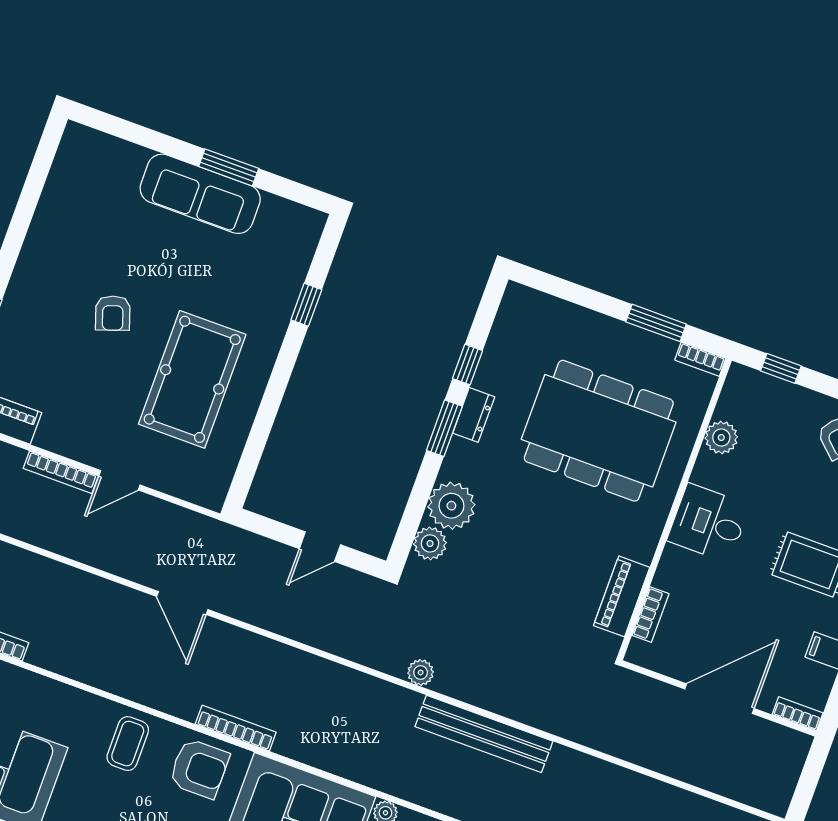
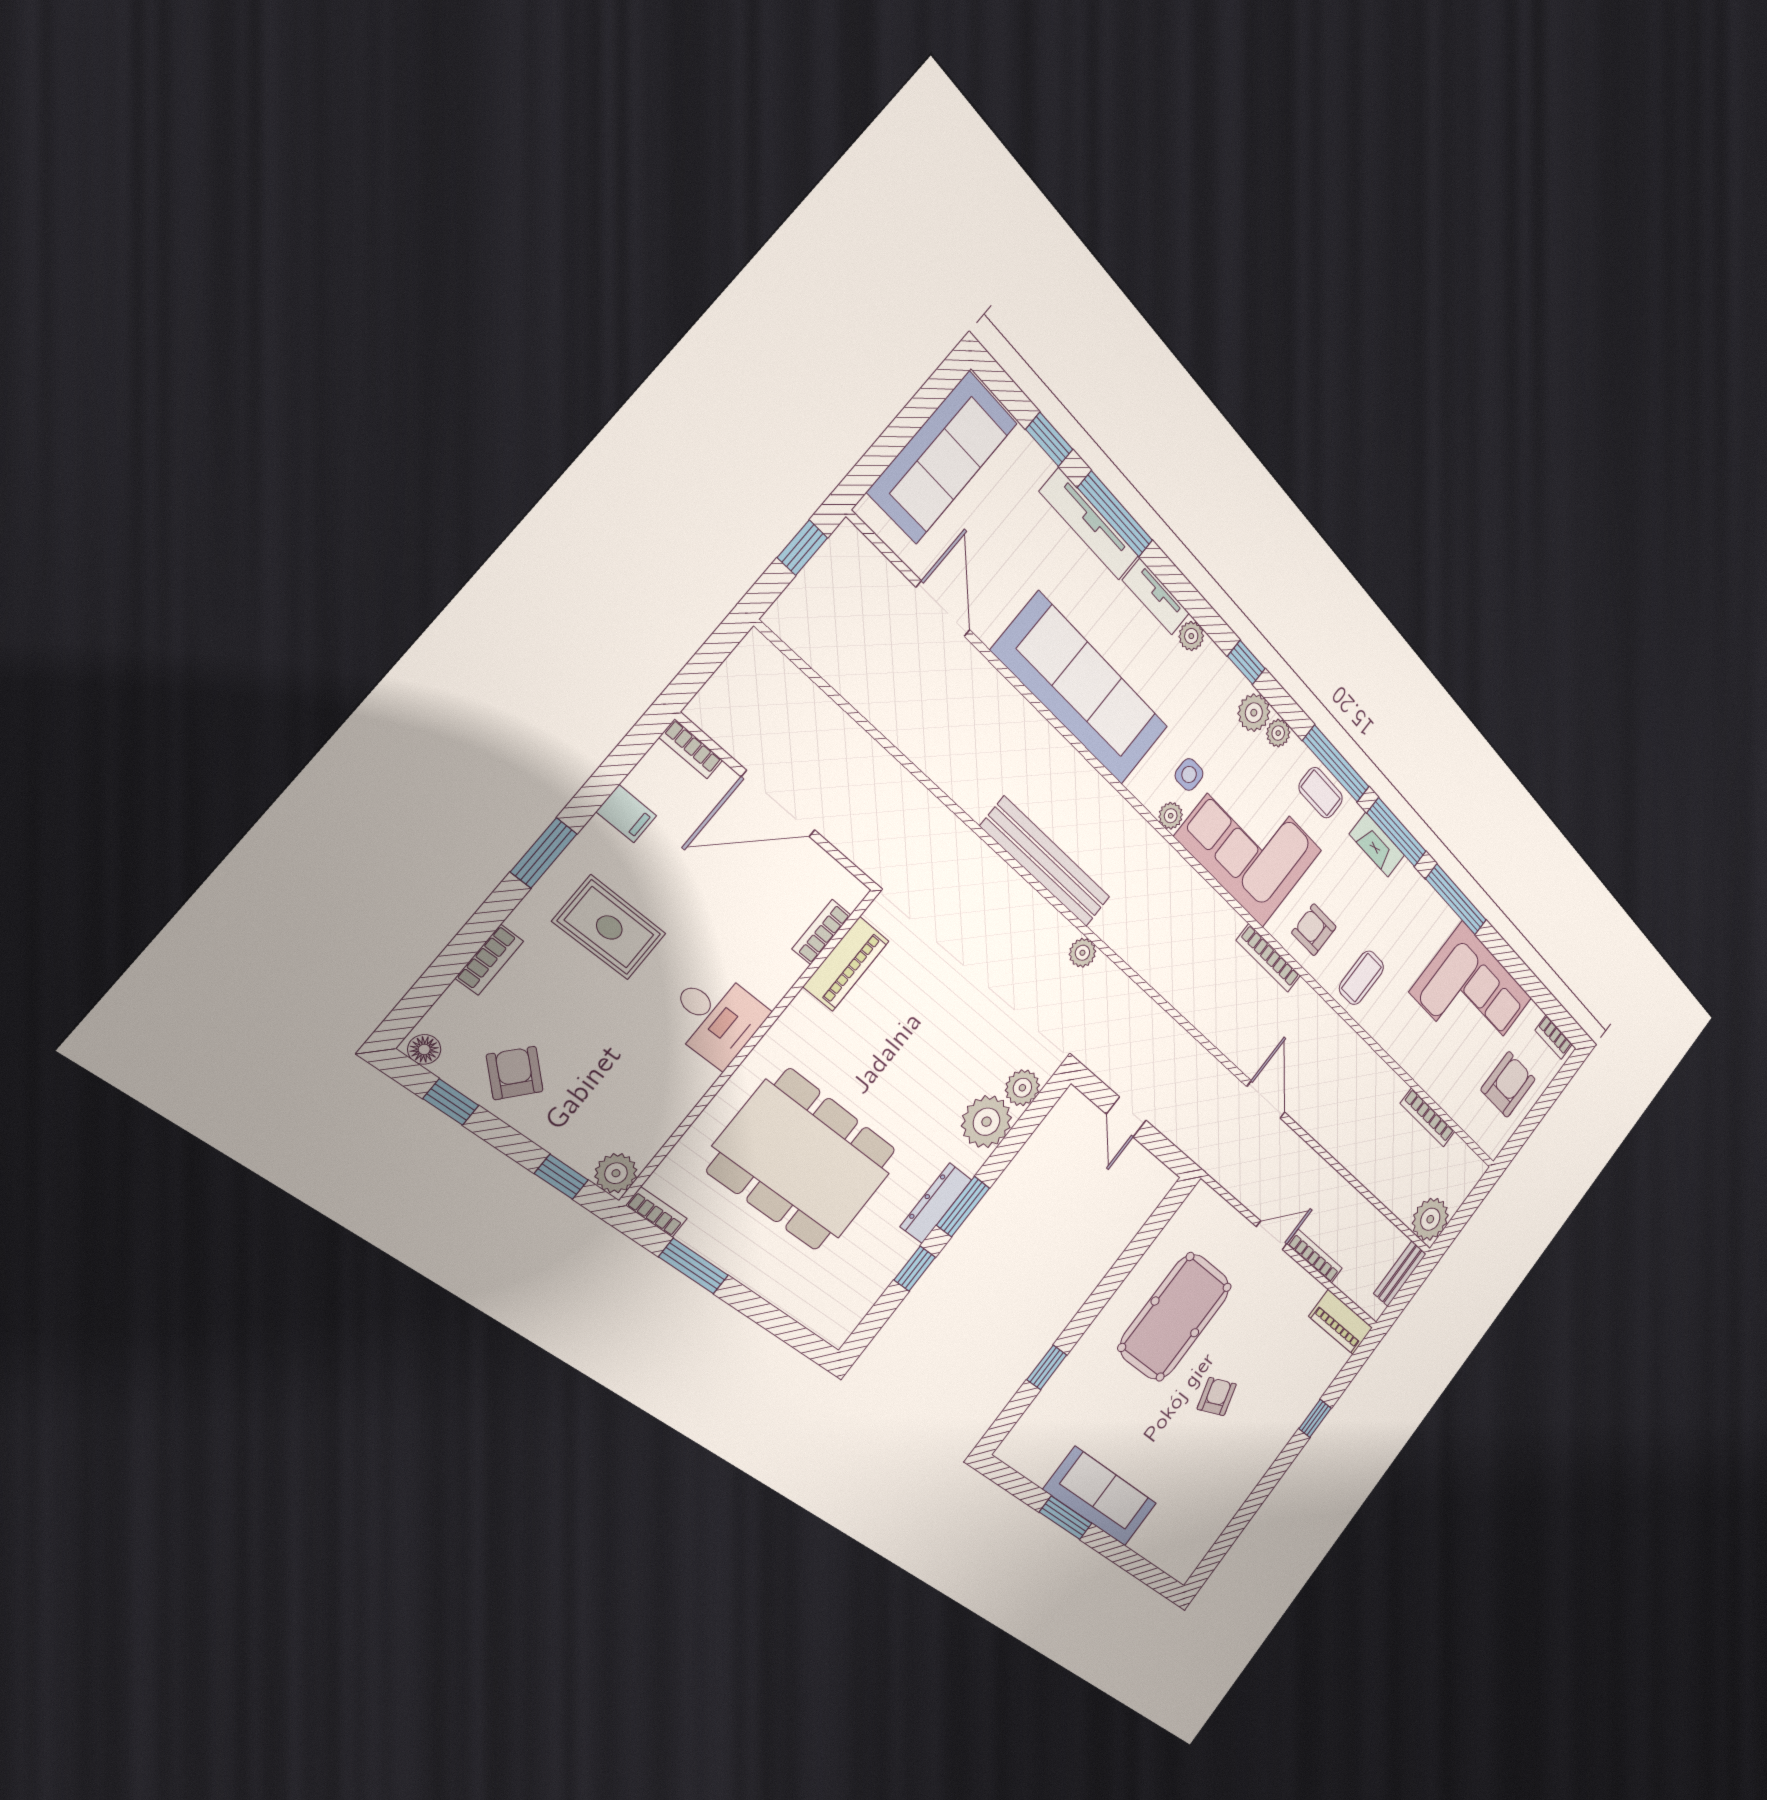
dresser: (474, 415) -> (936, 1203), width x1.44
plant: (721, 438) -> (616, 1173), moved
door: (320, 547) -> (1126, 1117), swing flipped
armchair: (199, 768) -> (1314, 930), width x0.72, depth x0.72

